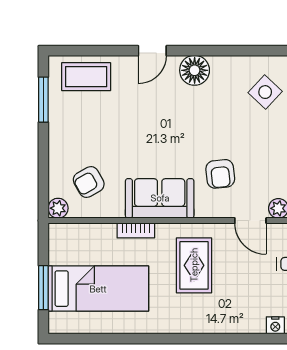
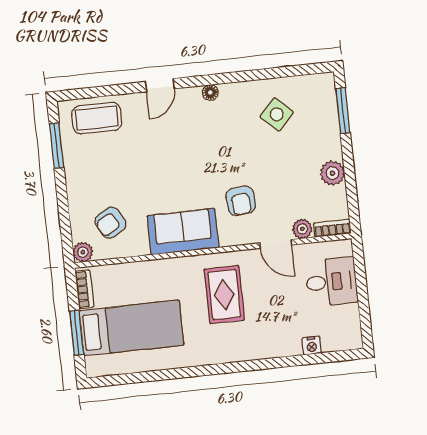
floor lamp: (195, 70) -> (210, 93), width x0.53, depth x0.53
bookcase: (136, 230) -> (84, 289), moved, turned -90

